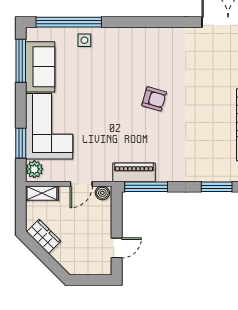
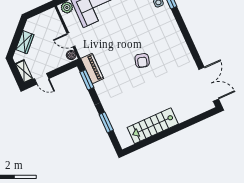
window: (146, 187) -> (87, 80), width x0.69
shelving: (42, 193) -> (24, 71), moved
wardrobe: (44, 236) -> (25, 42), moved

